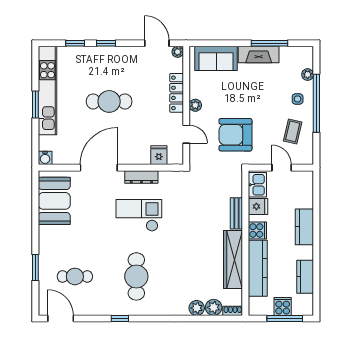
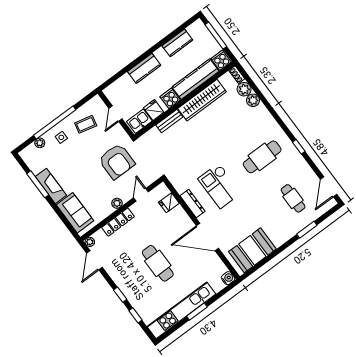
cooker: (283, 307) -> (221, 60), moved, turned 90

